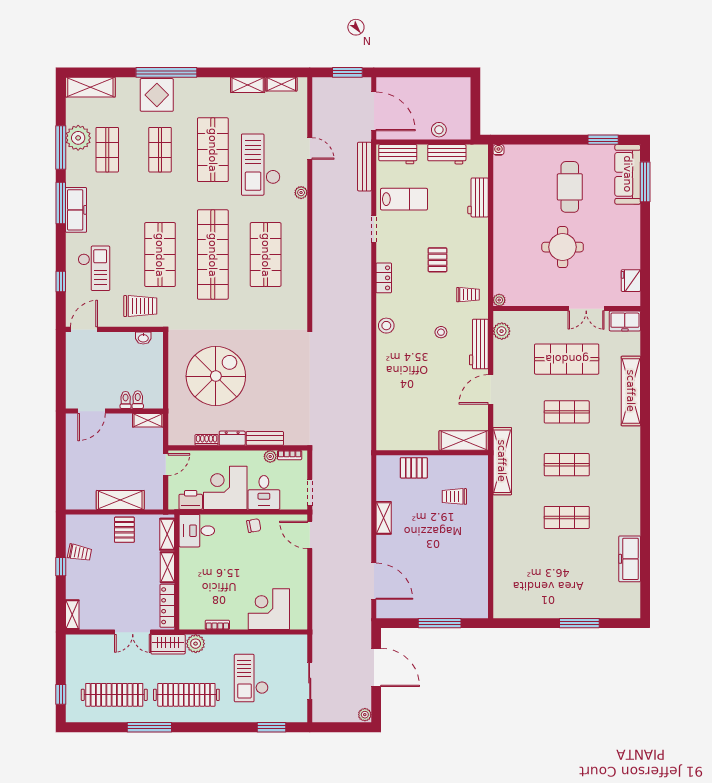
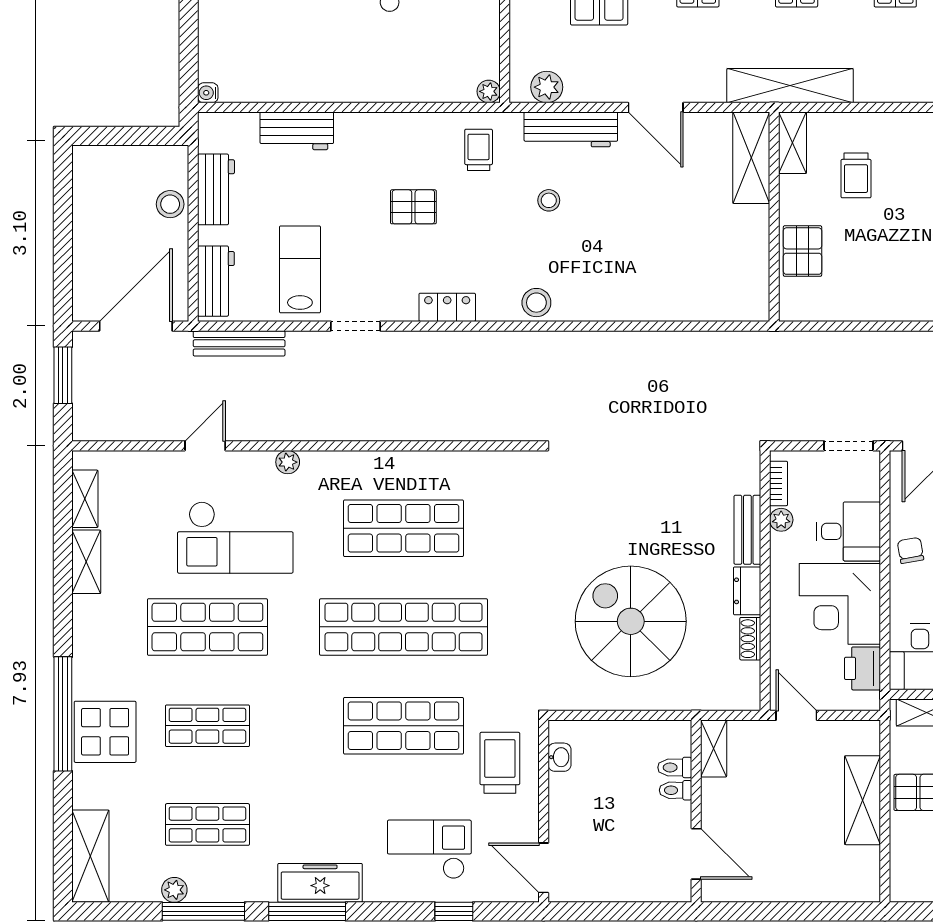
plant: (78, 138) -> (174, 890), width x0.53, depth x0.53
shelving: (384, 518) -> (792, 143), moved, turned 90

